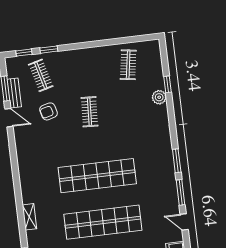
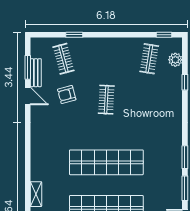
window: (24, 53) -> (164, 35), moved
plant: (159, 97) -> (175, 60), moved

